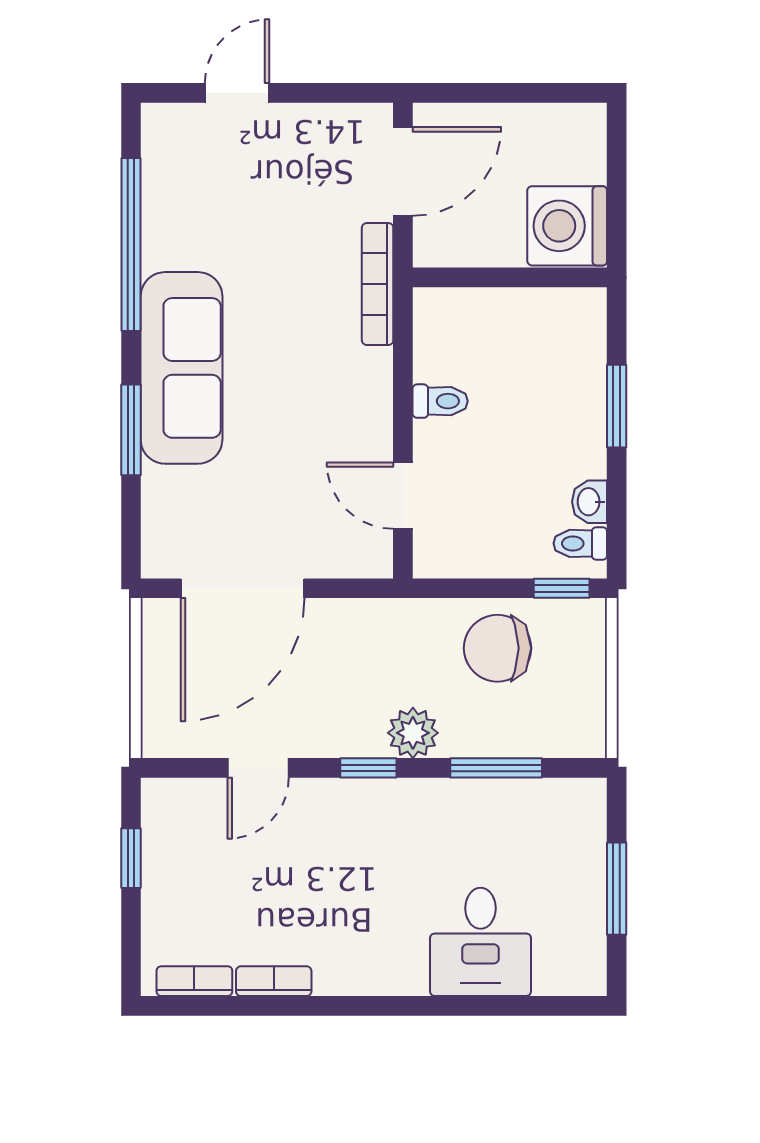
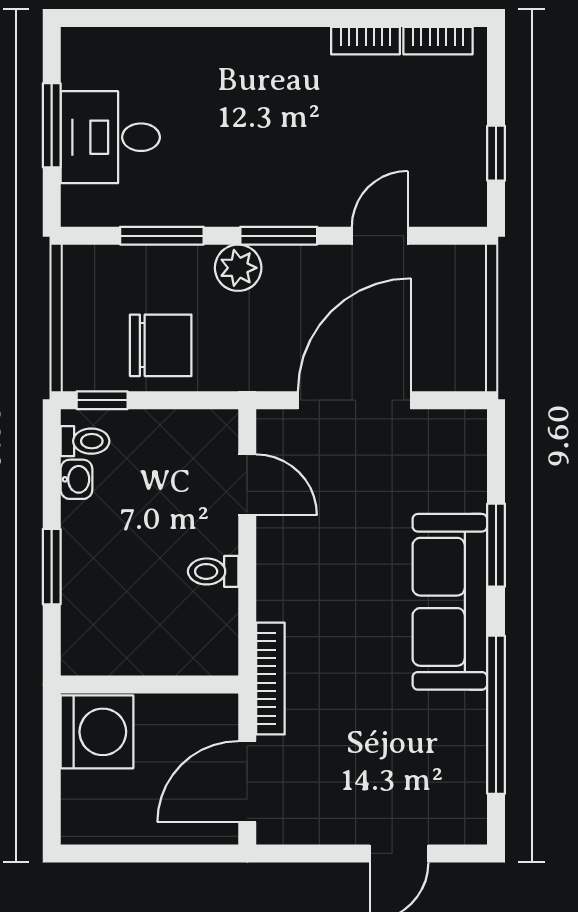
door: (243, 588) -> (354, 400), moved
window: (368, 768) -> (279, 236), width x1.50
desk: (481, 942) -> (110, 137), moved, turned -90

